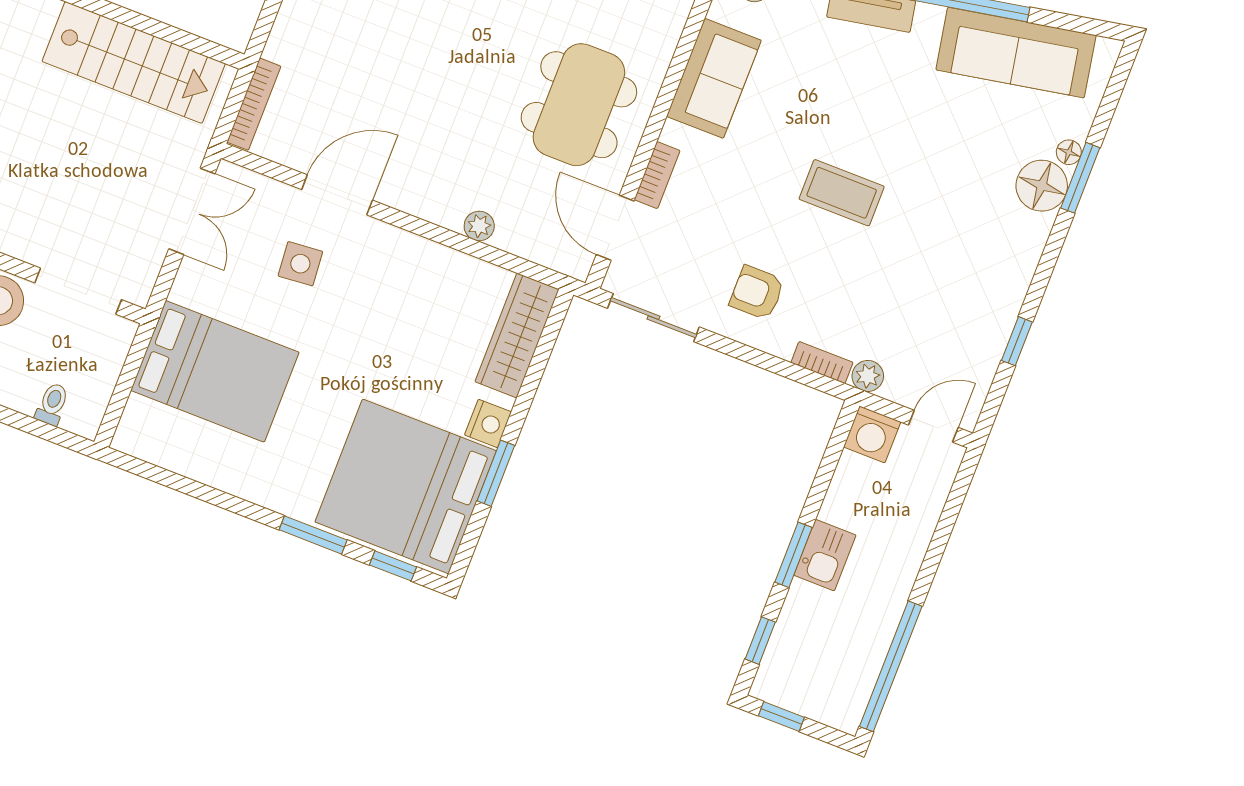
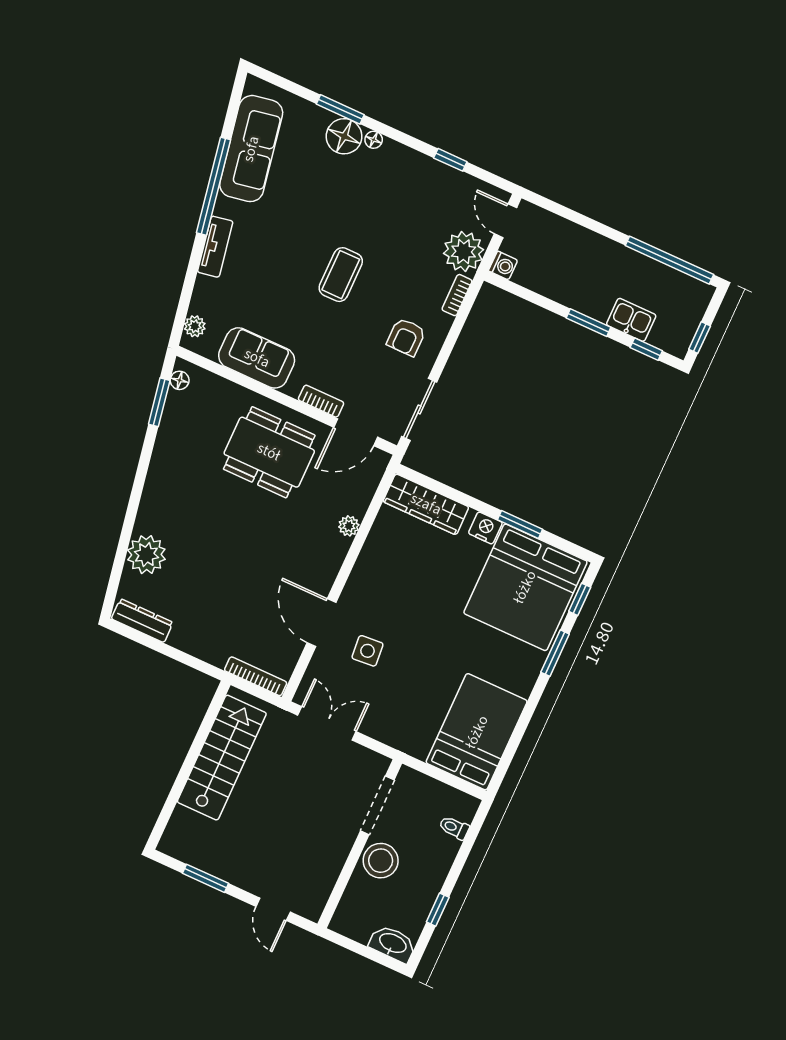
floor lamp: (1069, 152) -> (374, 140), moved
bed: (215, 371) -> (477, 732), moved
plant: (868, 376) -> (464, 252), width x1.88, depth x1.88
washing machine: (872, 434) -> (503, 266), width x0.73, depth x0.73
kitchen sink: (825, 555) -> (631, 320), moved

